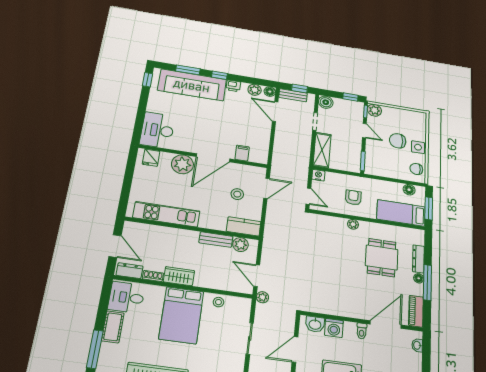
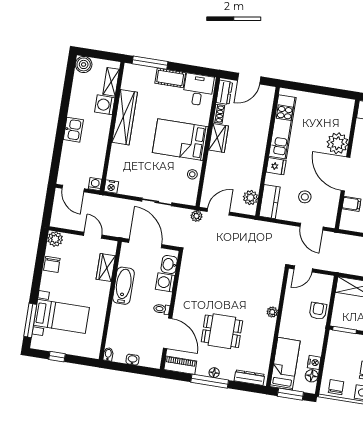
fridge: (151, 158) -> (276, 166), moved, turned 180
nightstand: (318, 175) -> (314, 362), moved
armchair: (353, 197) -> (318, 311), moved, turned -90
bench: (216, 240) -> (256, 174), removed
dining table: (382, 258) -> (222, 331), moved
dresser: (418, 259) -> (249, 378), moved
washbasin: (417, 345) -> (133, 360), moved
door: (295, 349) -> (145, 244), width x1.36

